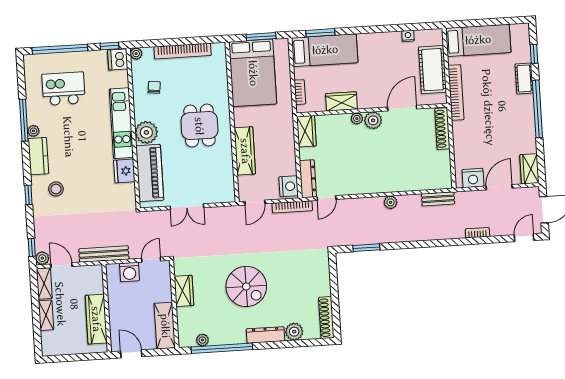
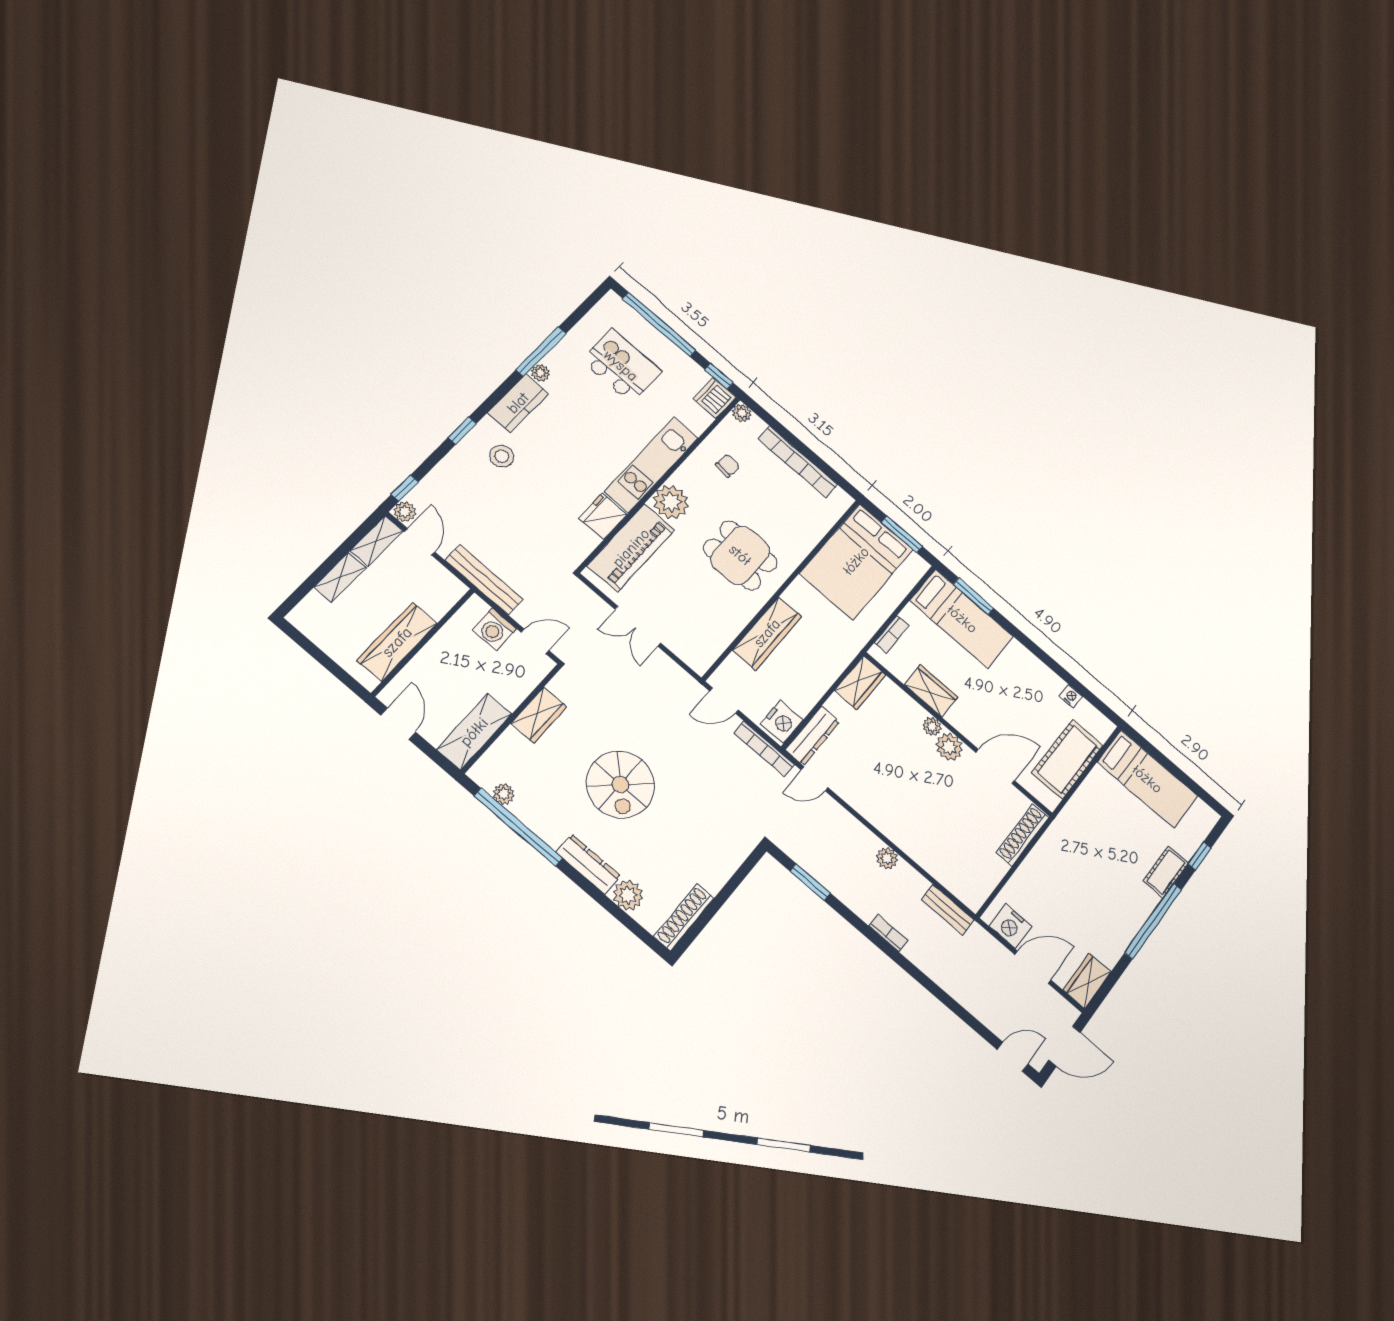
bookcase: (456, 92) -> (1073, 810), removed
dining table: (199, 126) -> (740, 555), turned 90
bookcase: (478, 233) -> (889, 933), moved

